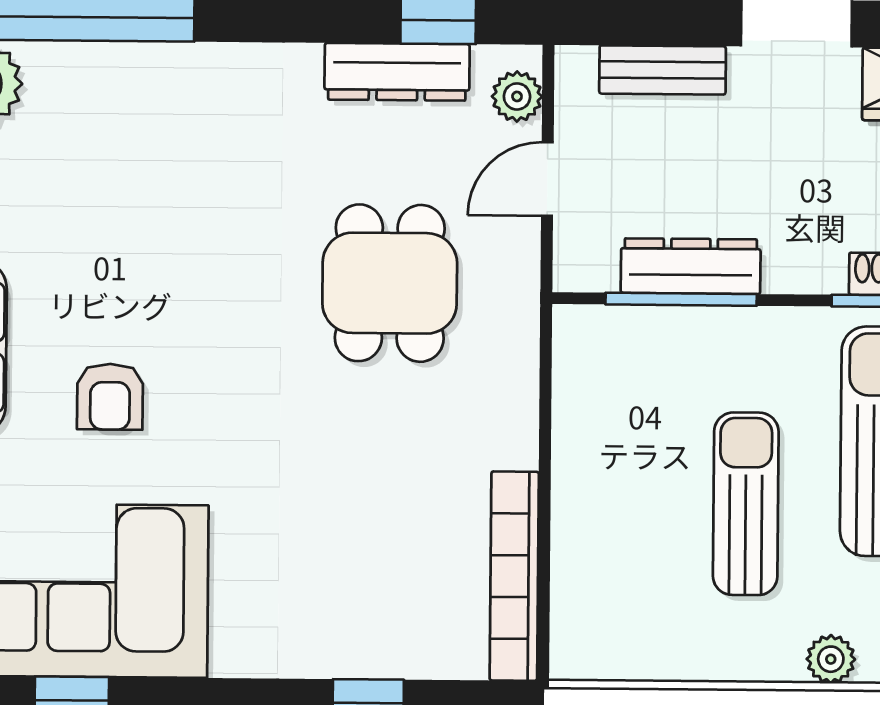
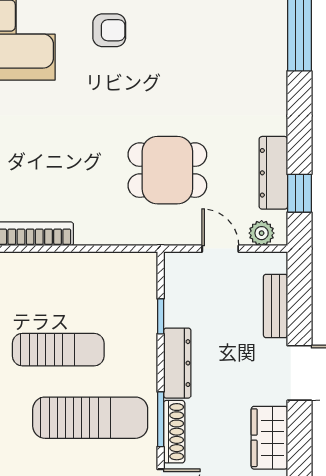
dresser: (691, 266) -> (177, 363), moved
window: (681, 299) -> (161, 316), width x0.46
armchair: (110, 397) -> (109, 30), turned 180

